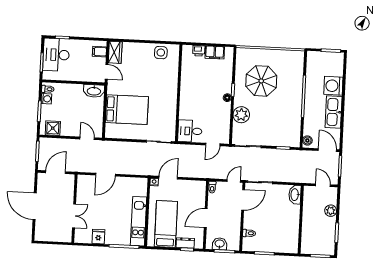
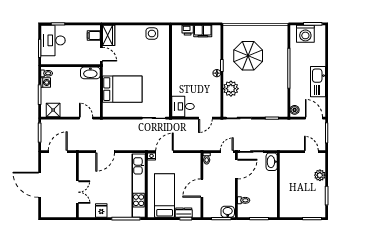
washing machine: (333, 86) -> (305, 34), moved, turned -90
washbasin: (295, 195) -> (272, 162), moved
wall: (301, 220) -> (278, 185), moved
kitchen unit: (139, 221) -> (139, 186), width x1.36
washbasin: (220, 244) -> (228, 212), moved

